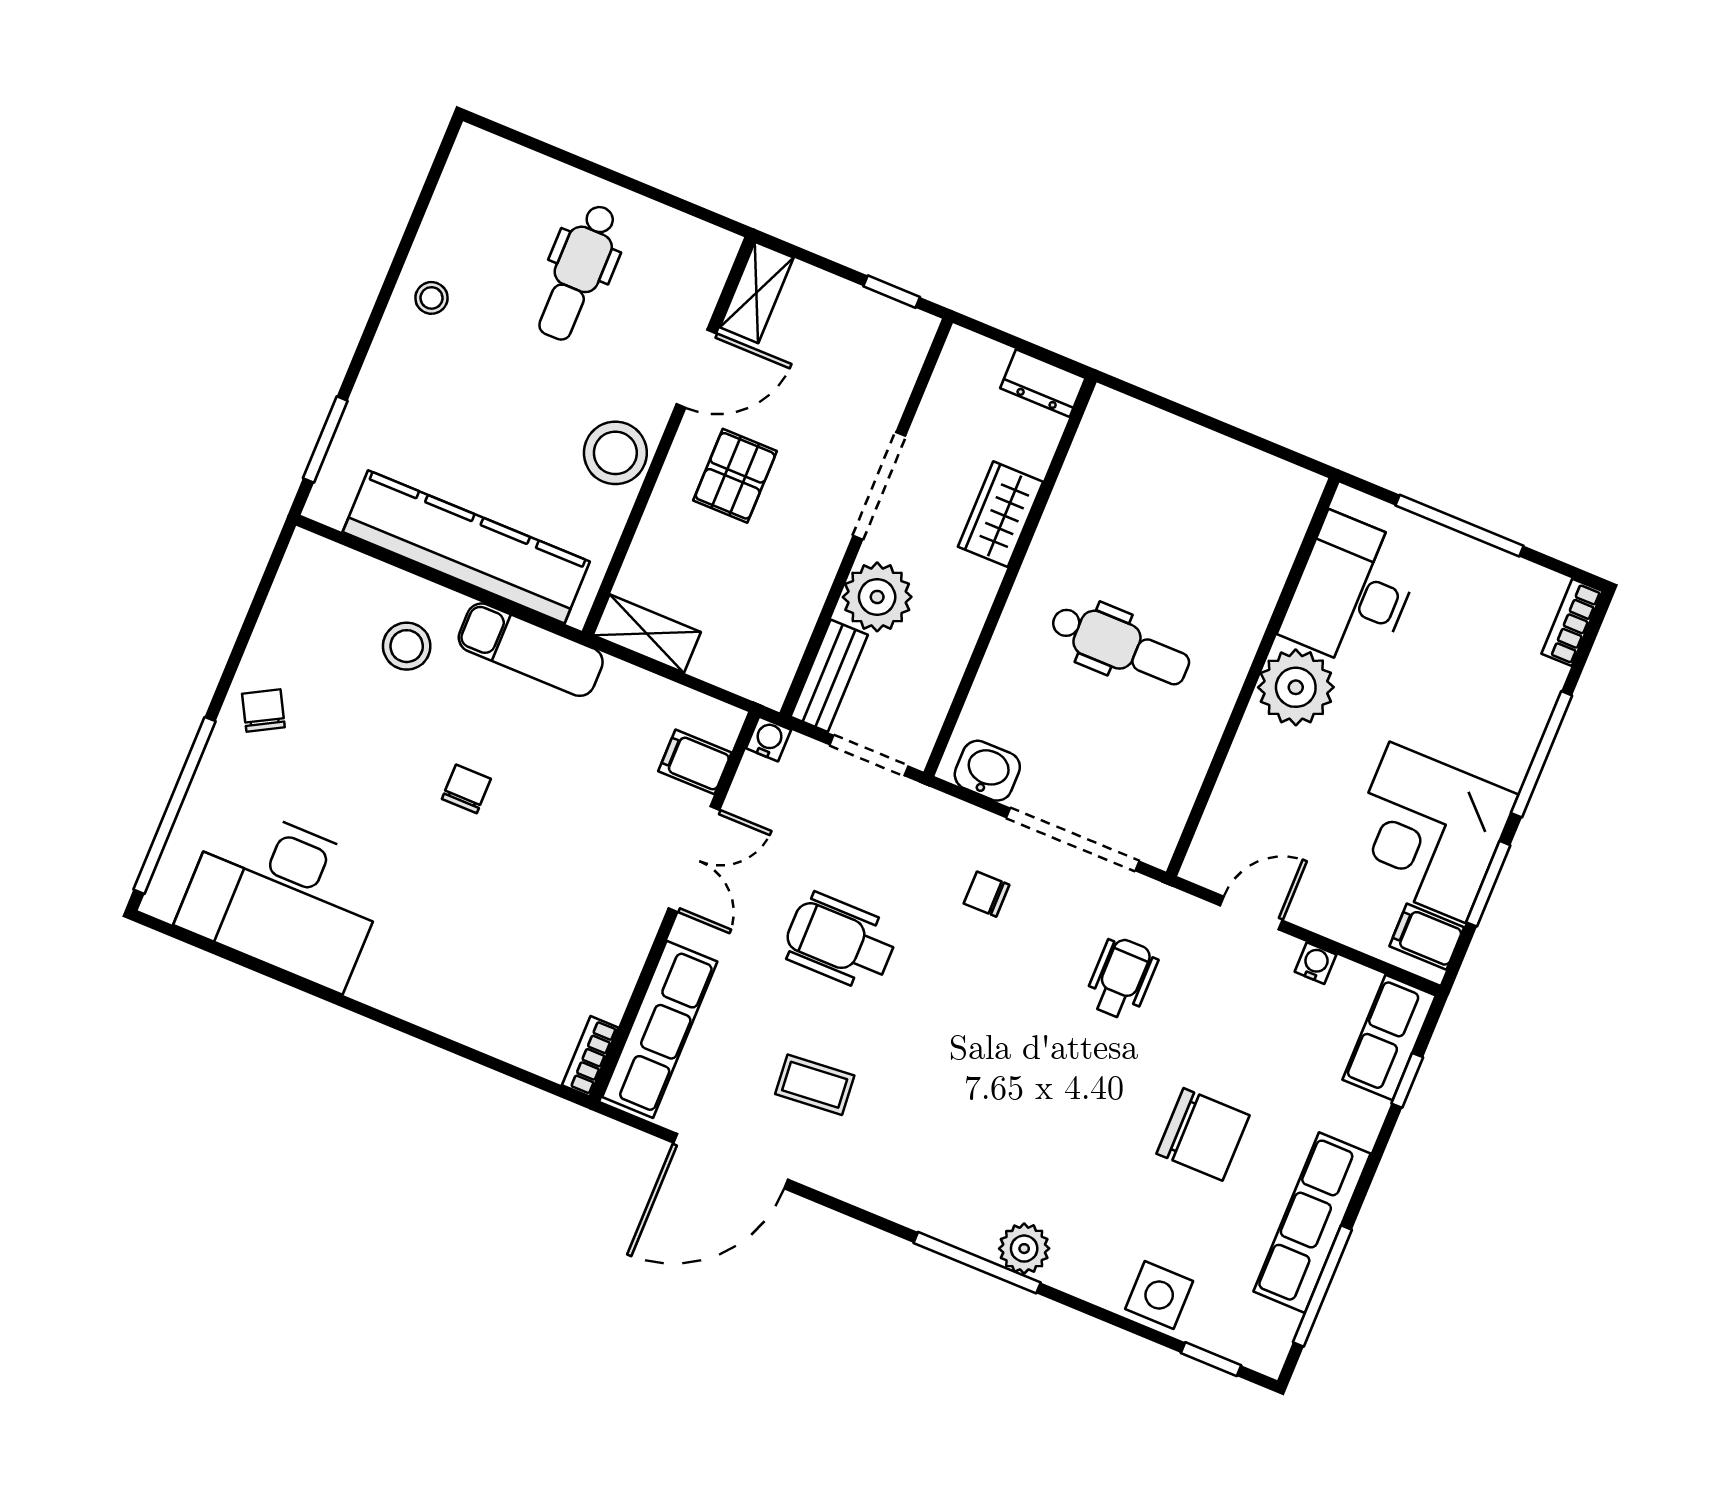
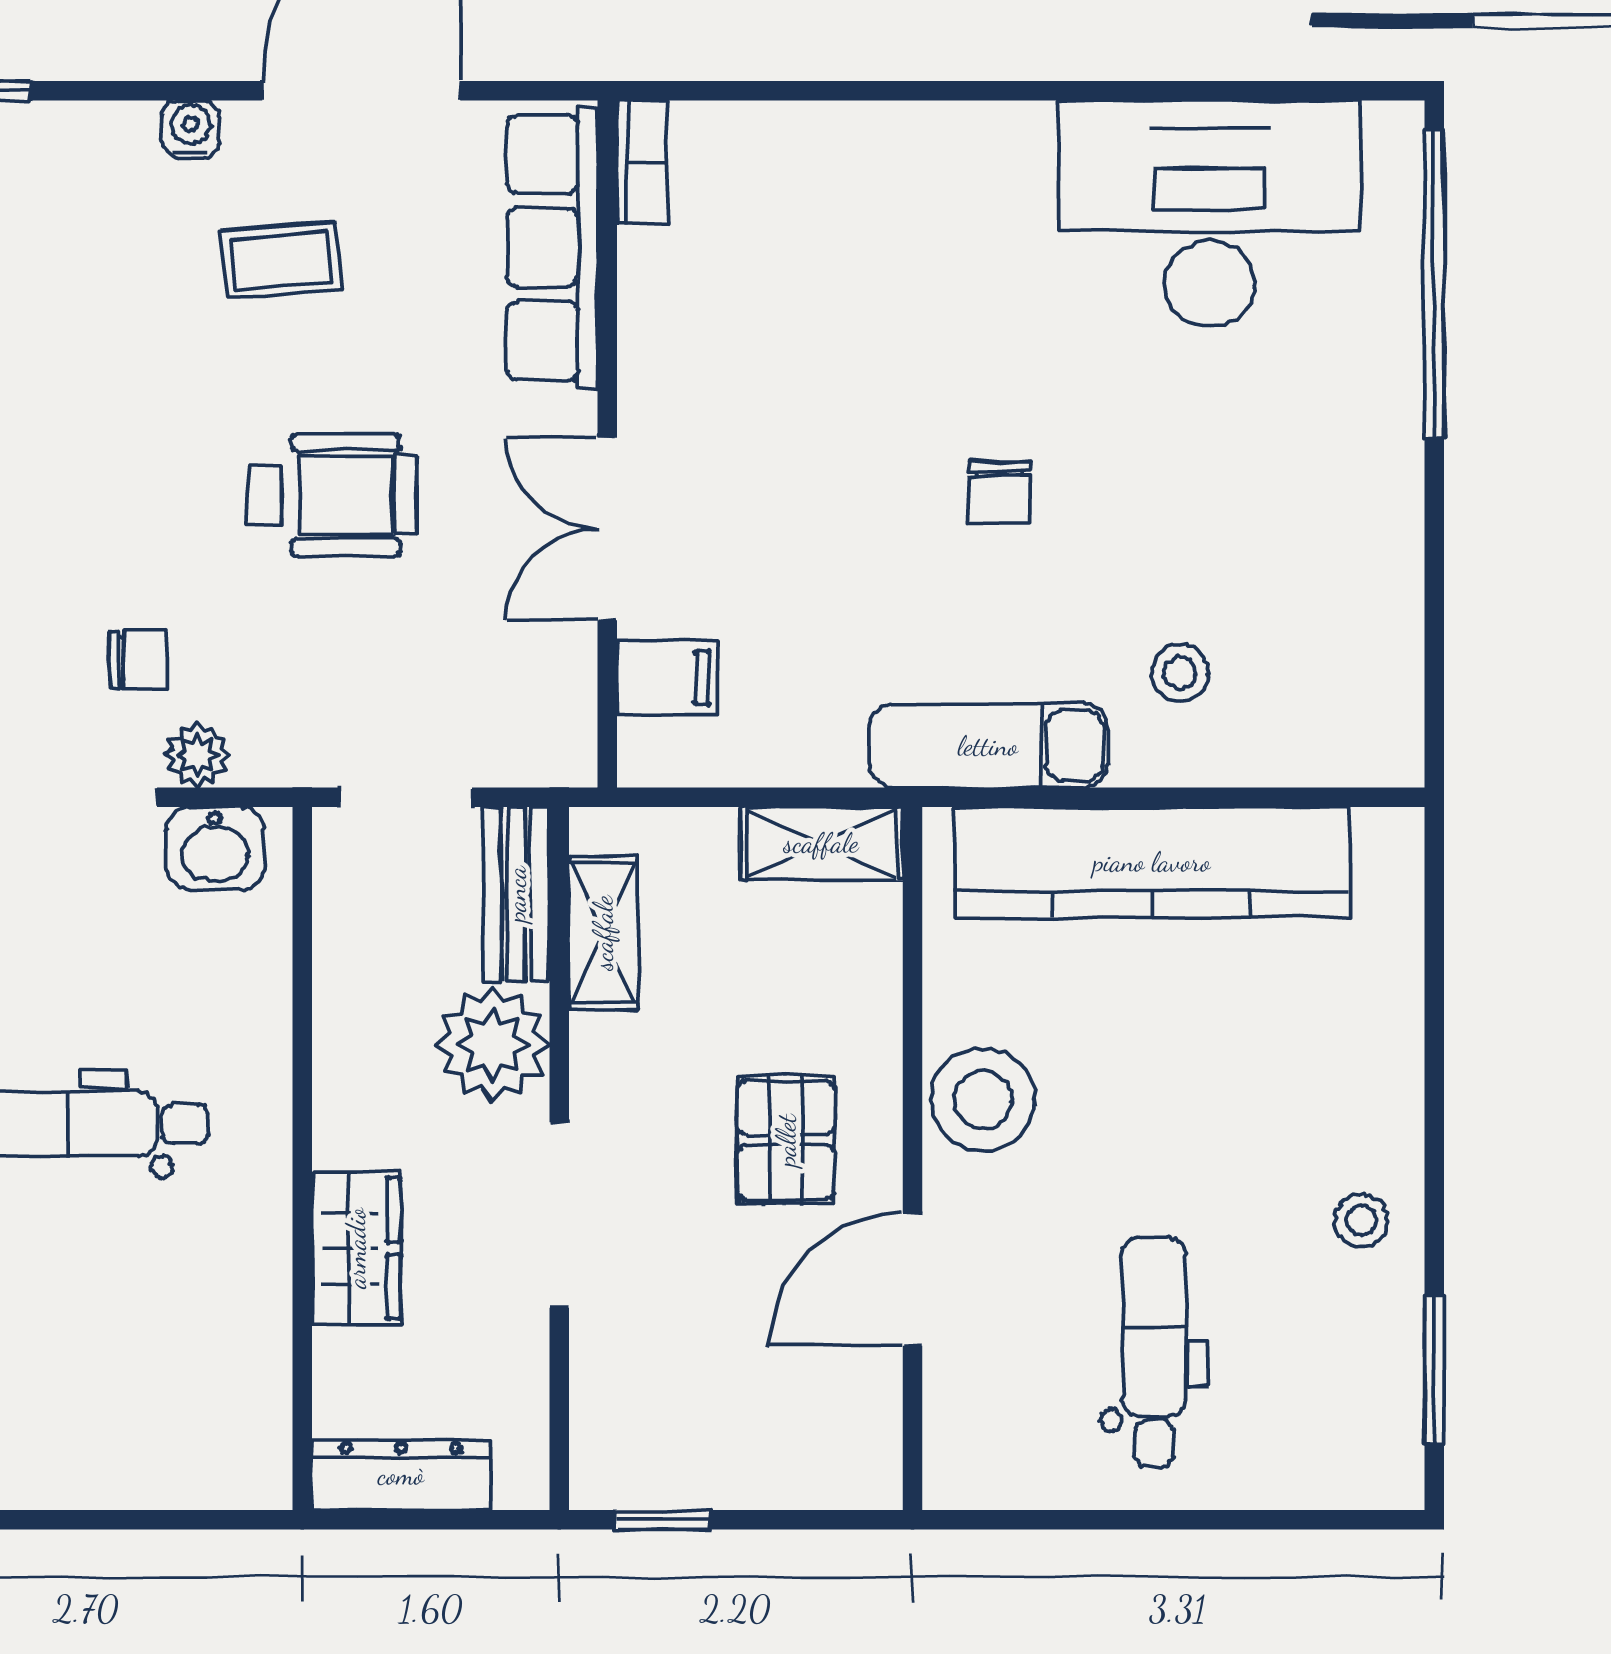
shelving: (757, 292) -> (603, 933), moved
dresser: (1043, 383) -> (401, 1475), width x1.44
window: (325, 440) -> (1434, 1370), moved
stool: (407, 646) -> (1180, 673), width x0.73, depth x0.73
chair: (263, 711) -> (1358, 485), removed
water cooler: (768, 739) -> (191, 129), moved, turned 180
plant: (976, 827) -> (197, 755), added

